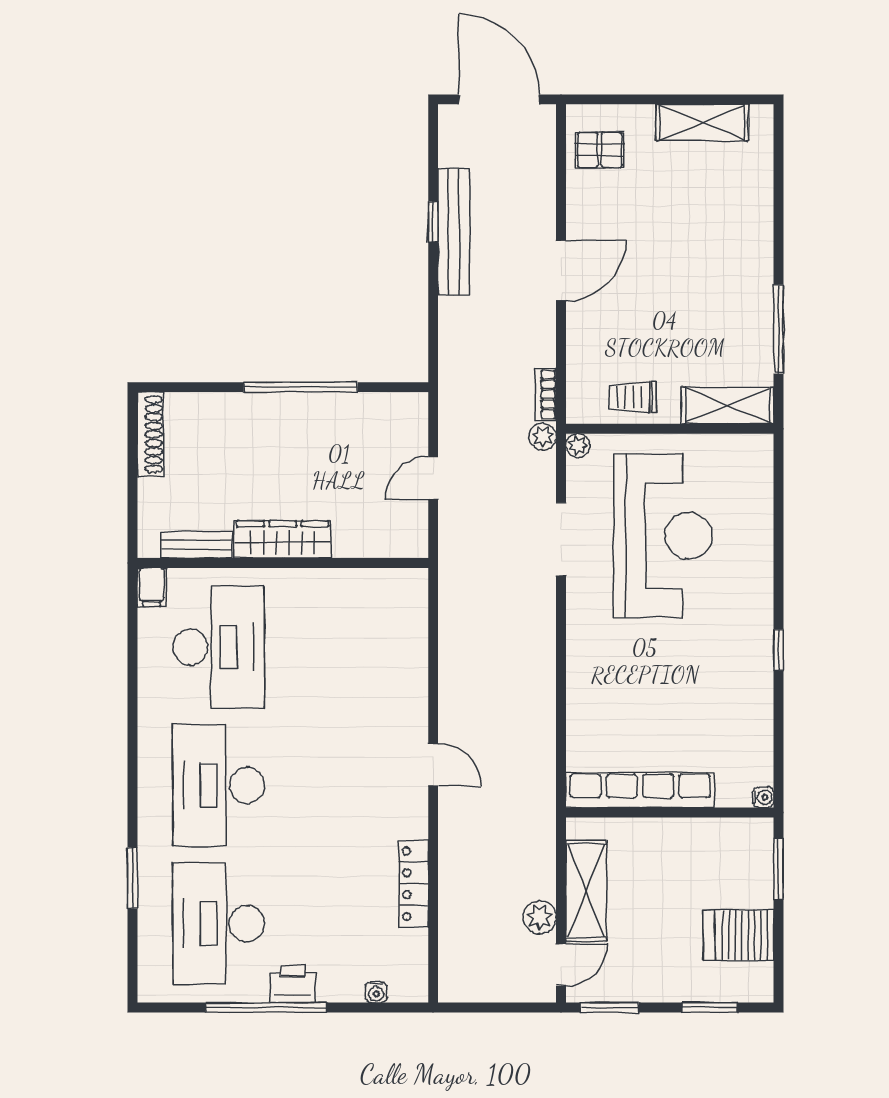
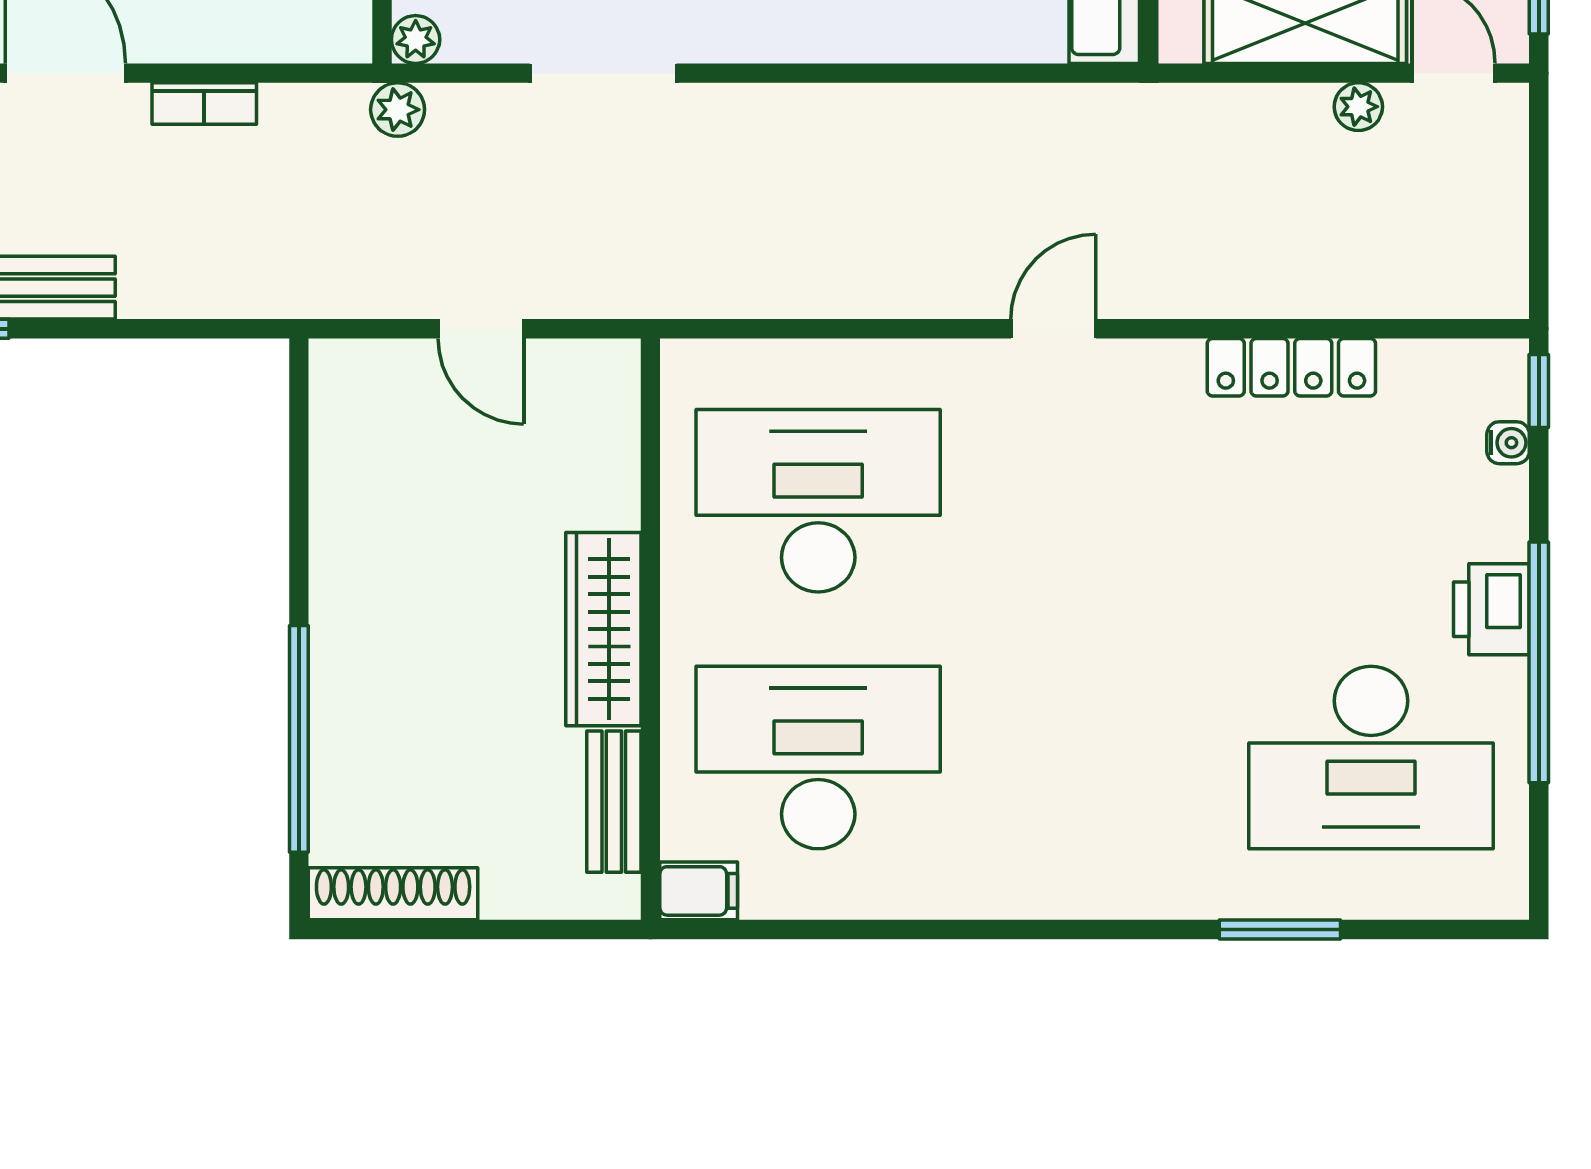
window: (301, 387) -> (299, 739), moved
bookcase: (546, 394) -> (204, 103), moved
desk: (219, 785) -> (818, 501), moved, turned 180
plant: (540, 917) -> (1358, 107), width x0.73, depth x0.73
window: (402, 1008) -> (1539, 391), added

